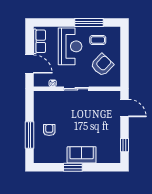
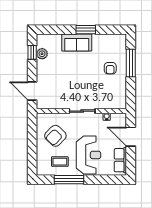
reception desk: (70, 46) -> (89, 155), turned 180
plant: (115, 144) -> (42, 54), added

